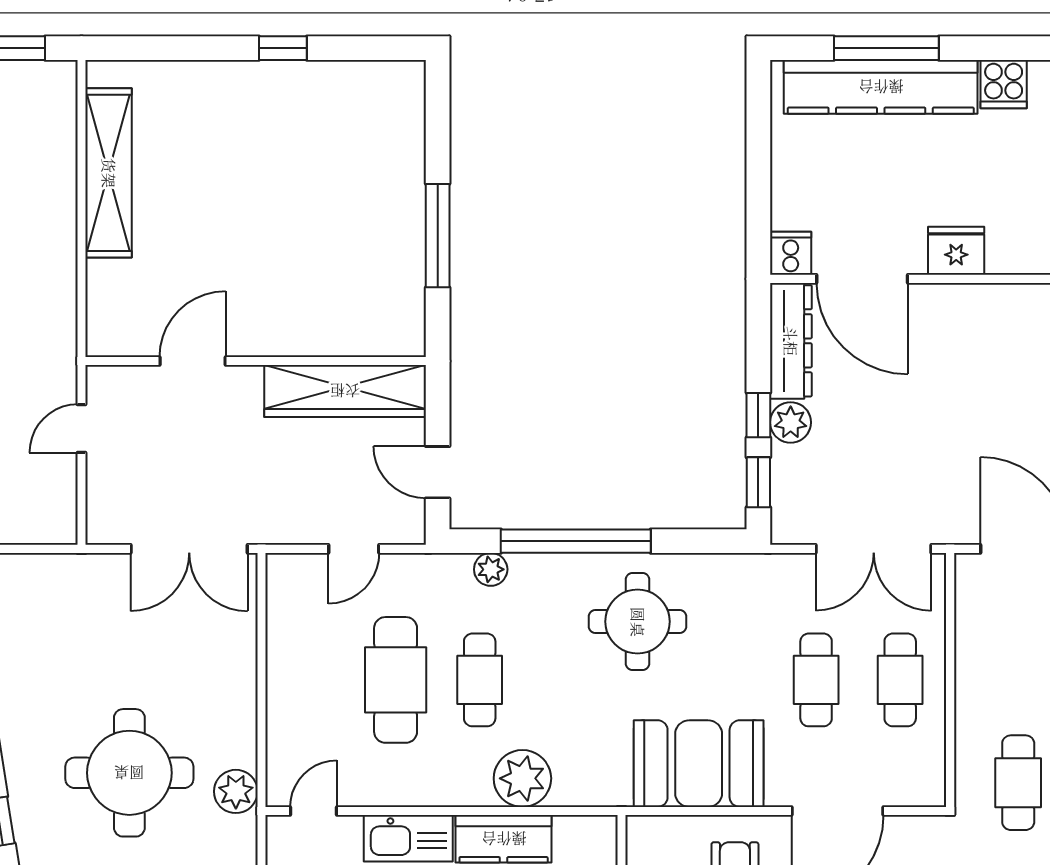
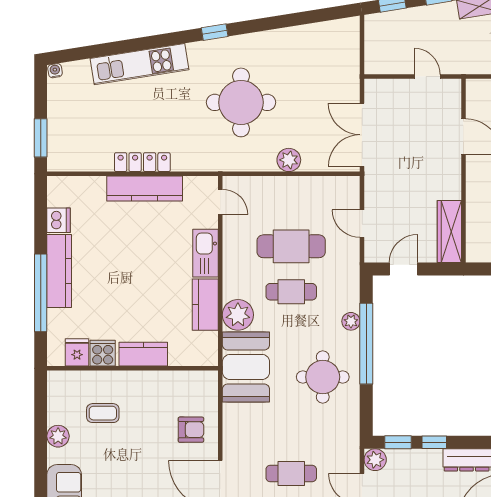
wardrobe: (345, 391) -> (449, 231), width x0.71, depth x0.85
plant: (791, 422) -> (375, 460), moved
plant: (491, 569) -> (351, 321), moved
booth: (699, 764) -> (246, 367), moved
plant: (236, 791) -> (289, 160), moved

